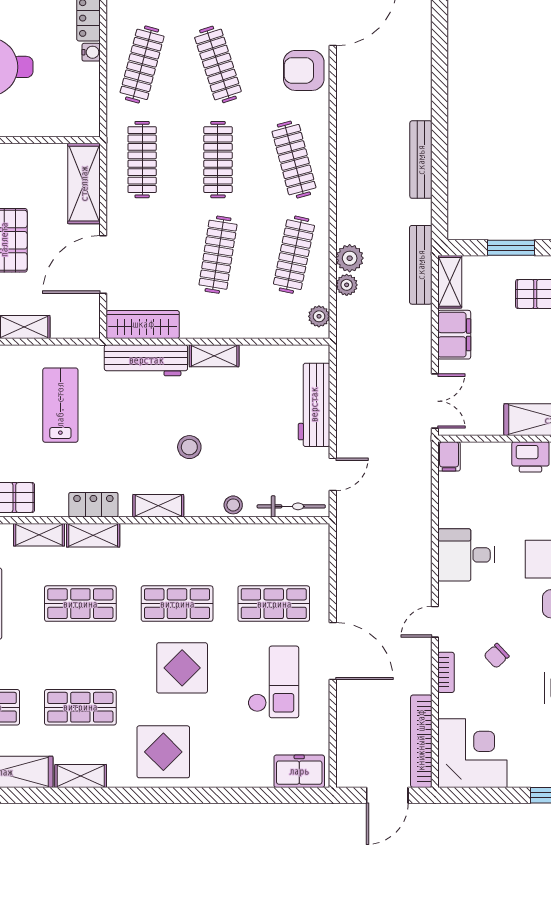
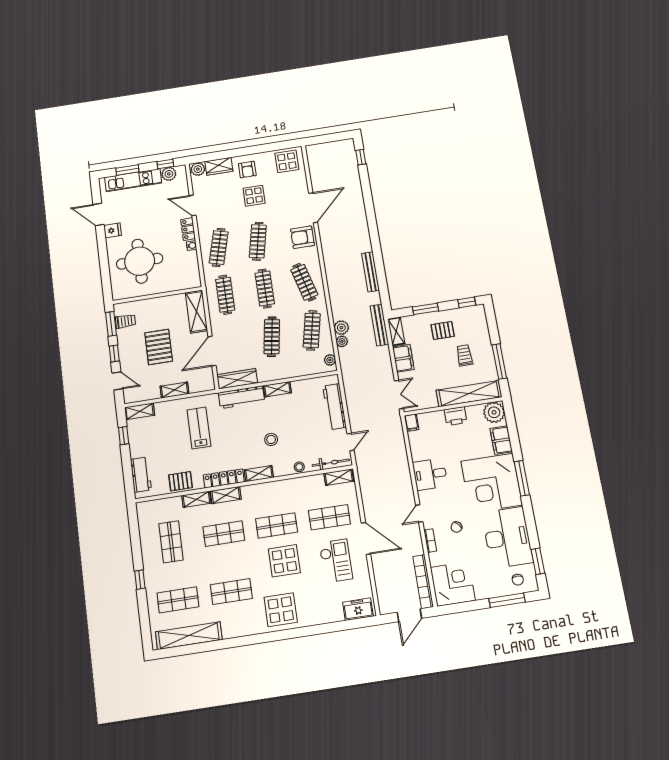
clothes rail: (218, 64) -> (258, 241), turned 30
locker: (93, 505) -> (224, 478), width x1.53
shelving: (81, 776) -> (339, 477), moved

